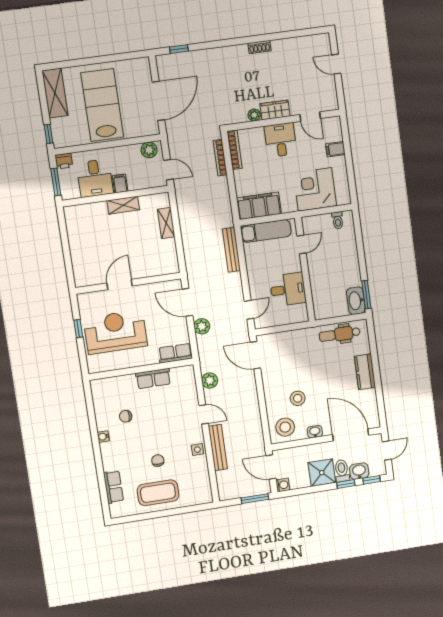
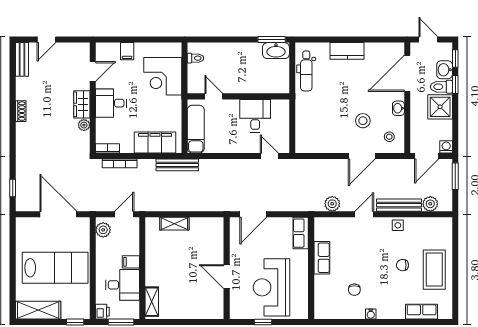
bench: (313, 41) -> (22, 59), added
lab bench: (102, 105) -> (55, 268), turned 180
bookcase: (235, 150) -> (107, 148), width x0.64
shelving: (123, 205) -> (152, 302), moved
filing cabinet: (259, 206) -> (155, 142), moved, turned 90
bench: (231, 250) -> (177, 165), moved
plant: (202, 326) -> (430, 204), moved
door: (255, 355) -> (362, 156), moved
stool: (285, 427) -> (389, 137), width x0.53, depth x0.53

